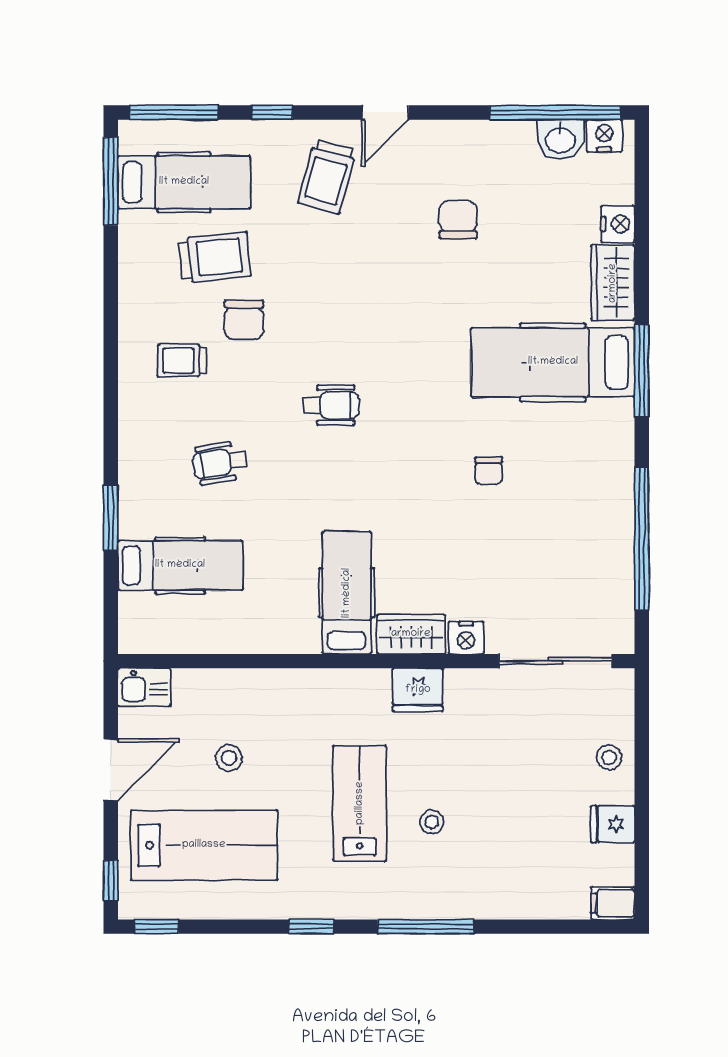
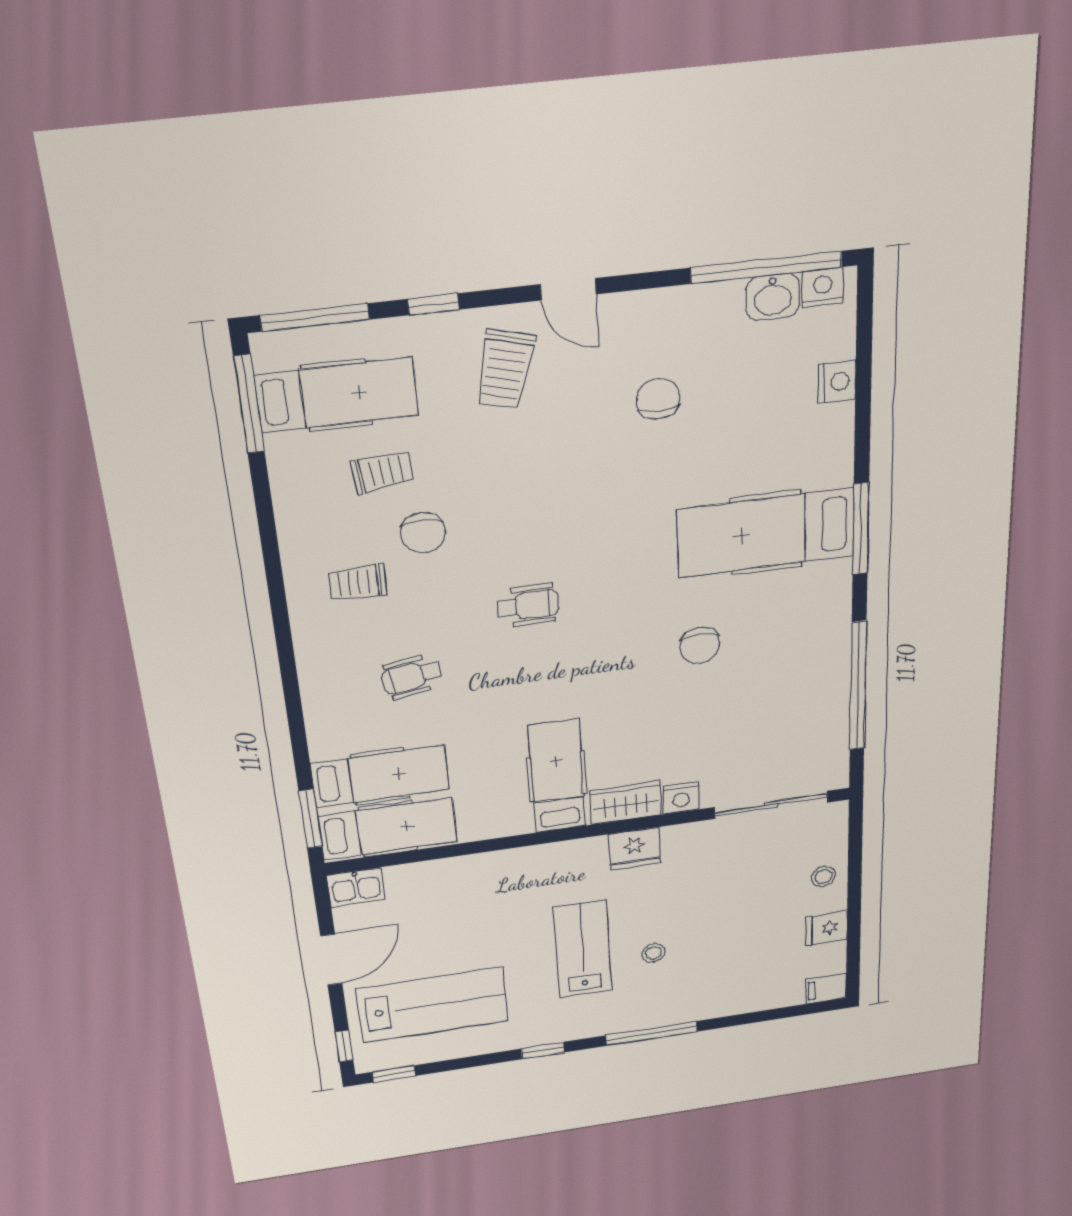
door: (385, 112) -> (568, 289), hinge flipped
trolley: (215, 257) -> (382, 472), width x0.73, depth x0.72
wardrobe: (613, 283) -> (831, 444), removed
chair: (489, 471) -> (700, 645), width x1.37, depth x1.37
window: (111, 518) -> (310, 819), moved
hospital bed: (182, 625) -> (388, 829), added
stool: (229, 758) -> (450, 932), removed

